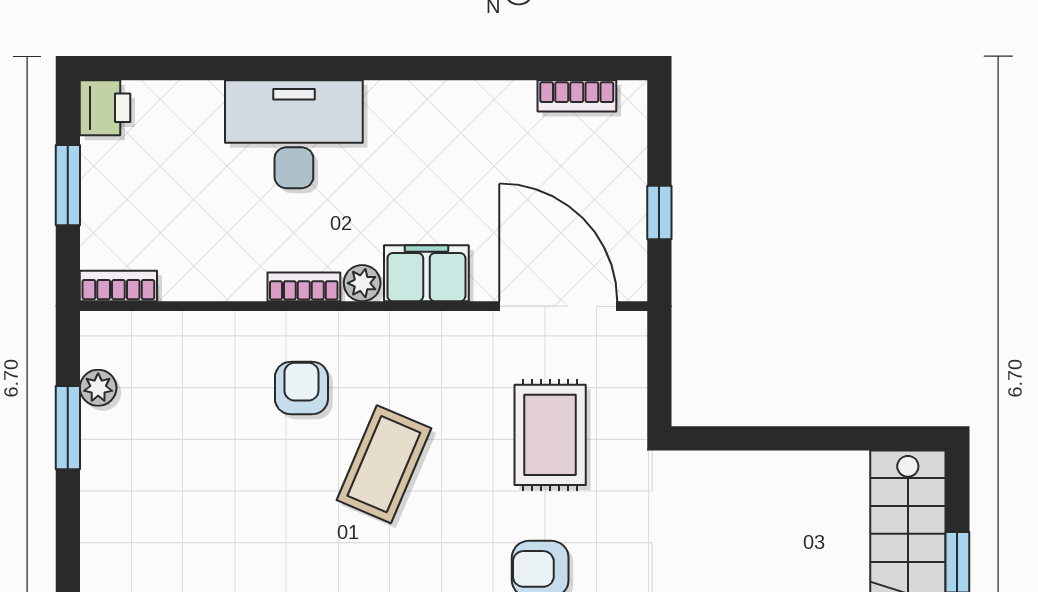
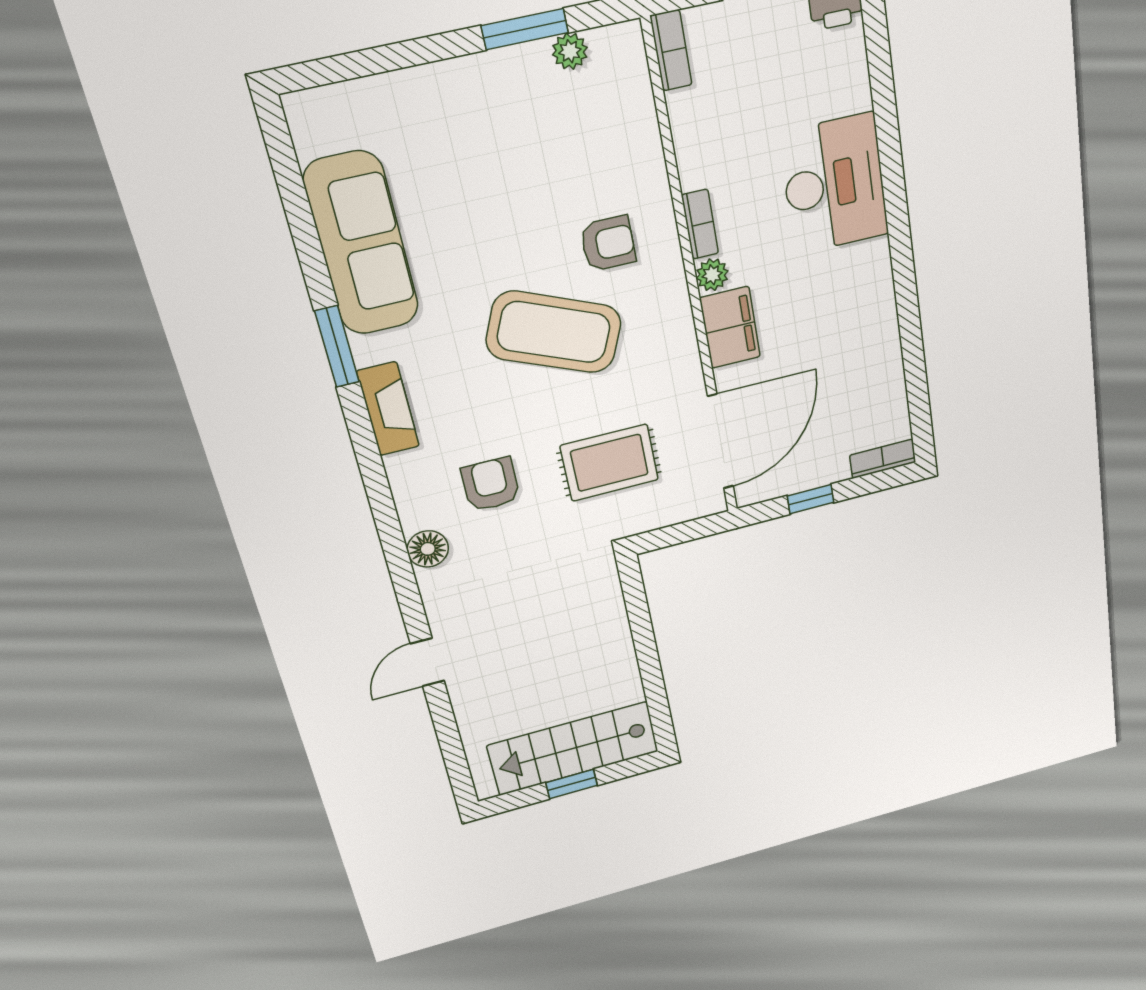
bookcase: (577, 96) -> (883, 459), moved, turned 90
coffee table: (384, 464) -> (554, 332), width x1.36, depth x1.32

